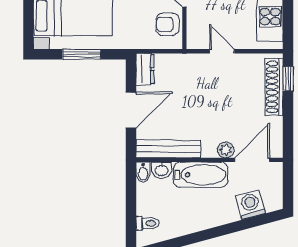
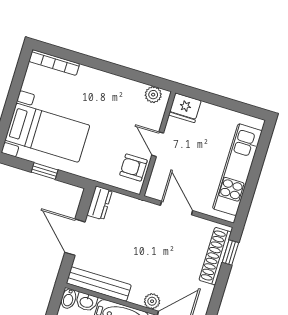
door: (222, 51) -> (177, 208), width x1.37
window: (82, 54) -> (45, 171), width x0.67
door: (131, 110) -> (75, 237), swing flipped

